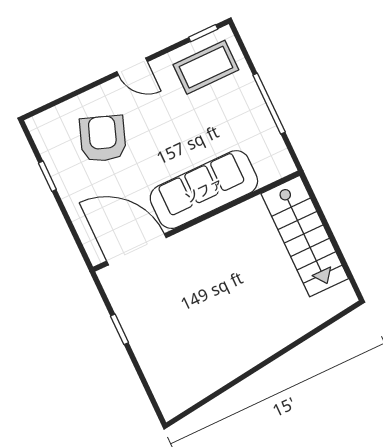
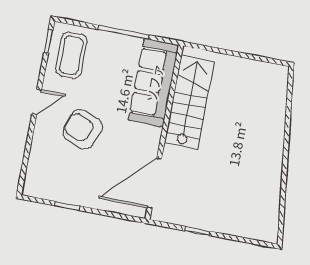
armchair: (103, 139) -> (82, 129), moved
sofa: (204, 190) -> (154, 83), moved
stairs: (305, 236) -> (189, 102), moved, turned -90

